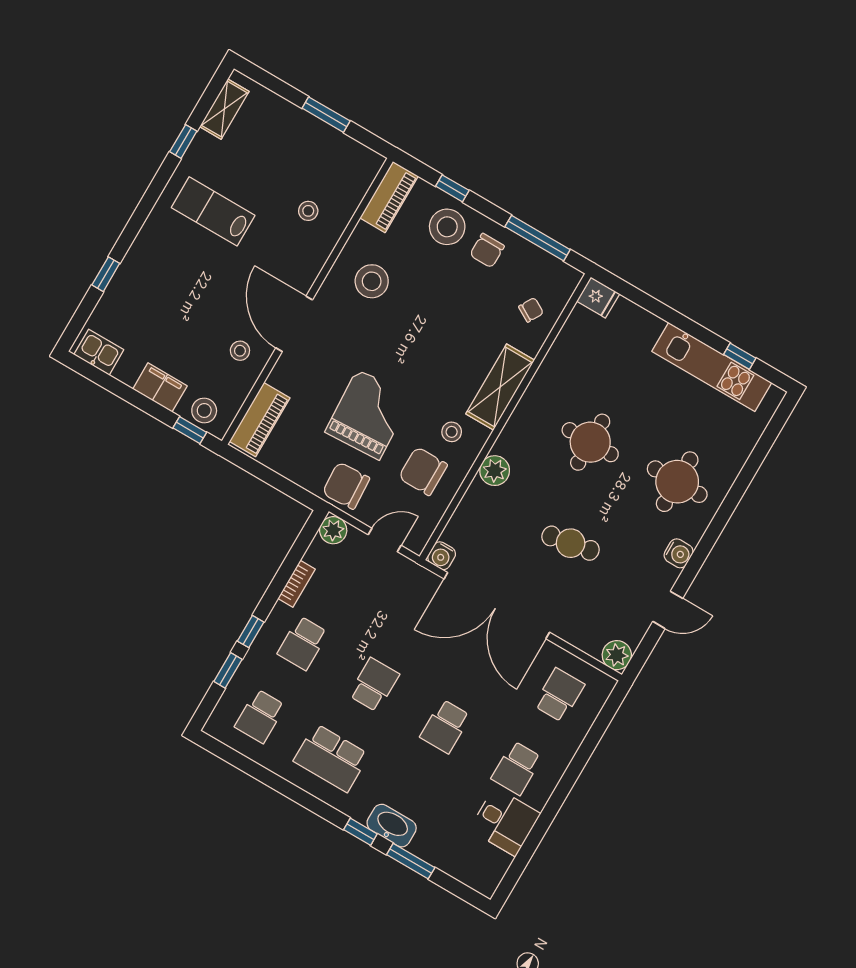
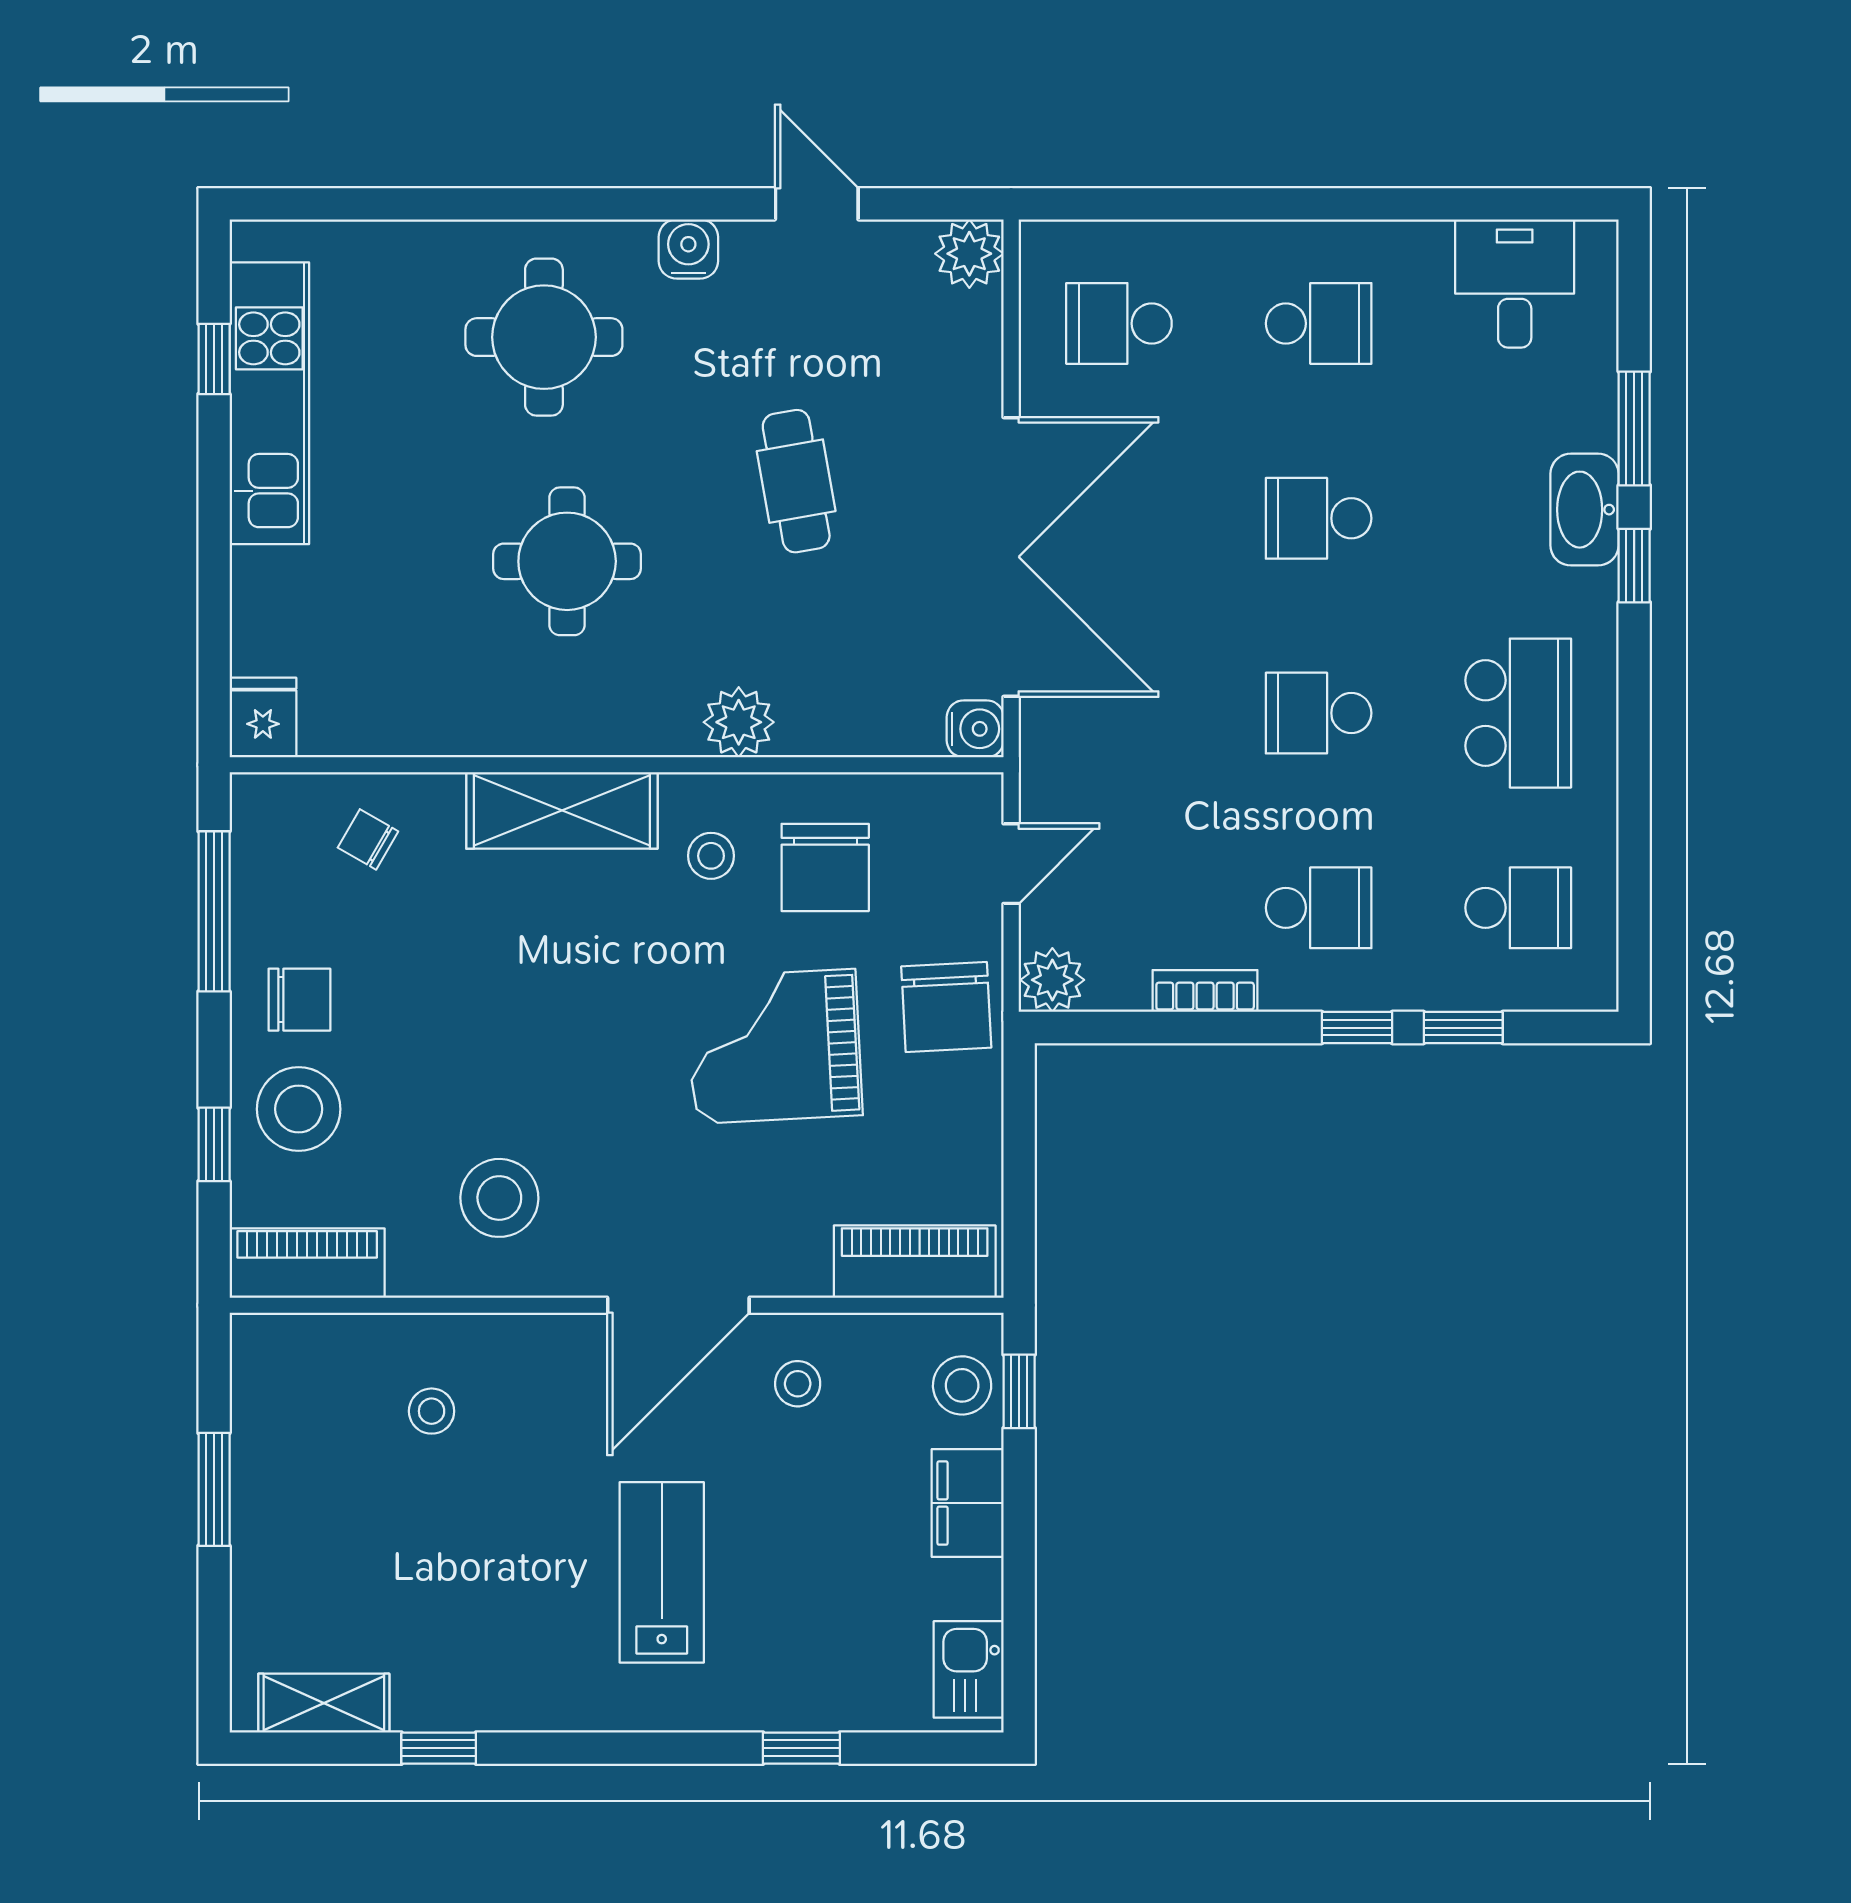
lab bench: (213, 211) -> (662, 1572), moved, turned 180
door: (385, 540) -> (1011, 864), swing flipped
school desk: (445, 726) -> (1319, 518), turned 180
desk: (505, 822) -> (1515, 283), moved

